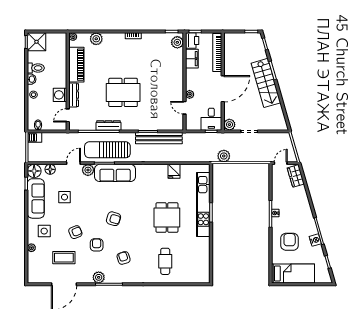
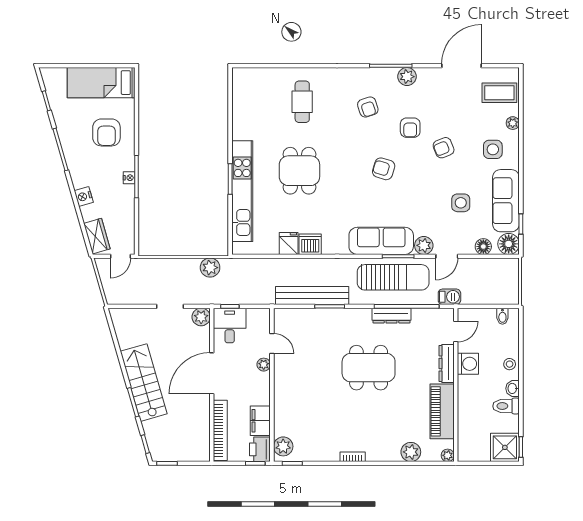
barbecue: (34, 137) -> (449, 297), moved
dishwasher: (160, 171) -> (310, 244), added
nightstand: (315, 240) -> (84, 196), moved
coffee table: (64, 258) -> (499, 93), moved

